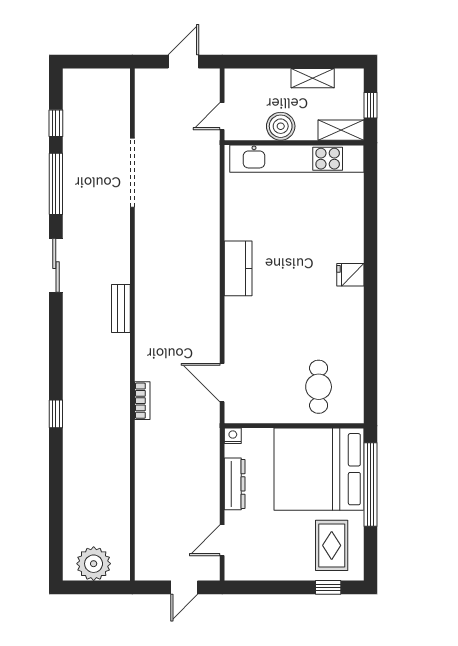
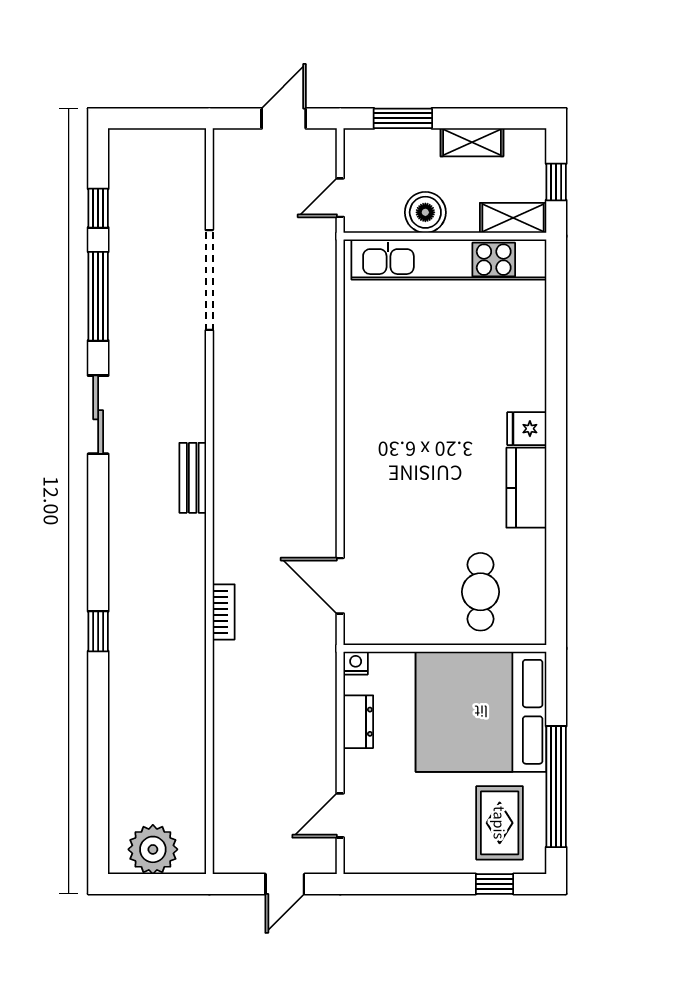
window: (265, 62) -> (403, 118), added
kitchen counter: (238, 268) -> (526, 488), moved, turned 180
dresser: (235, 484) -> (358, 722), width x0.70
window: (370, 485) -> (556, 787), moved

